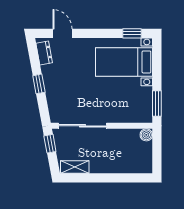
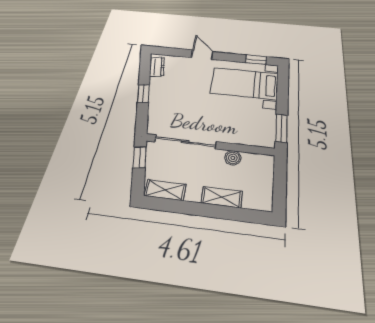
door: (62, 33) -> (202, 55), moved
boiler: (146, 135) -> (233, 158), moved
shelving: (116, 167) -> (222, 197), added

